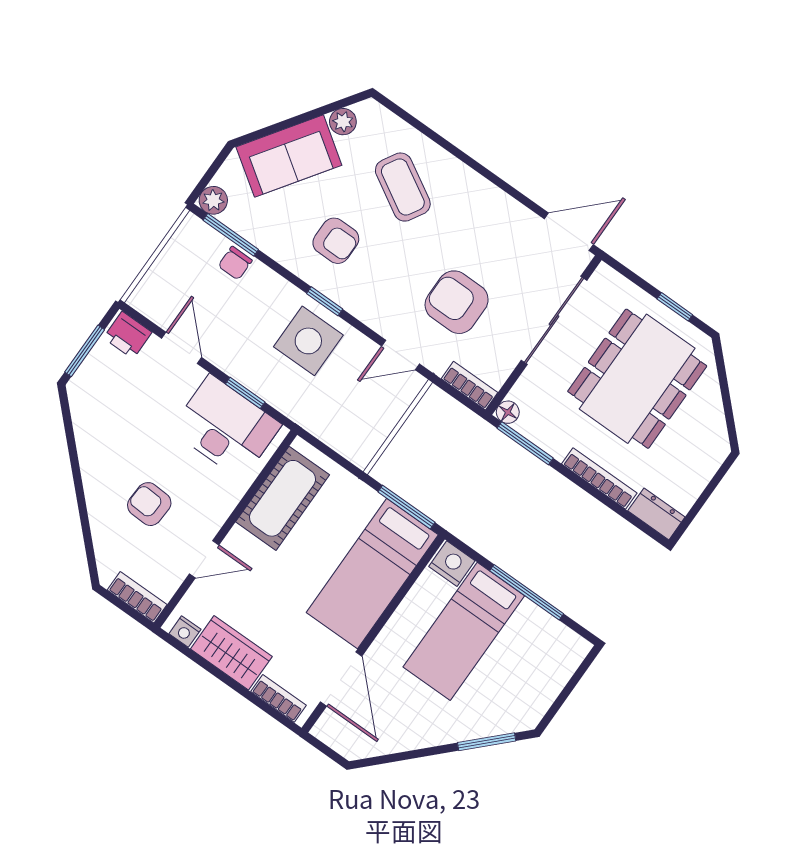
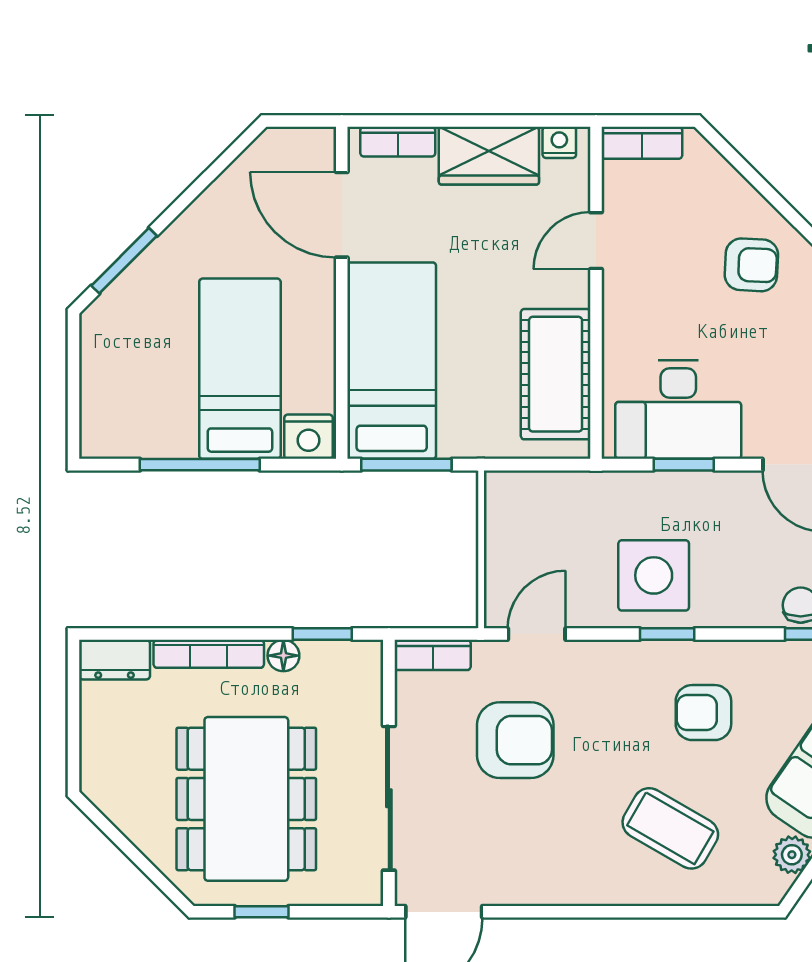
floor lamp: (508, 412) -> (283, 656), moved
window: (525, 443) -> (322, 634), width x0.67
armchair: (149, 504) -> (751, 265), moved

